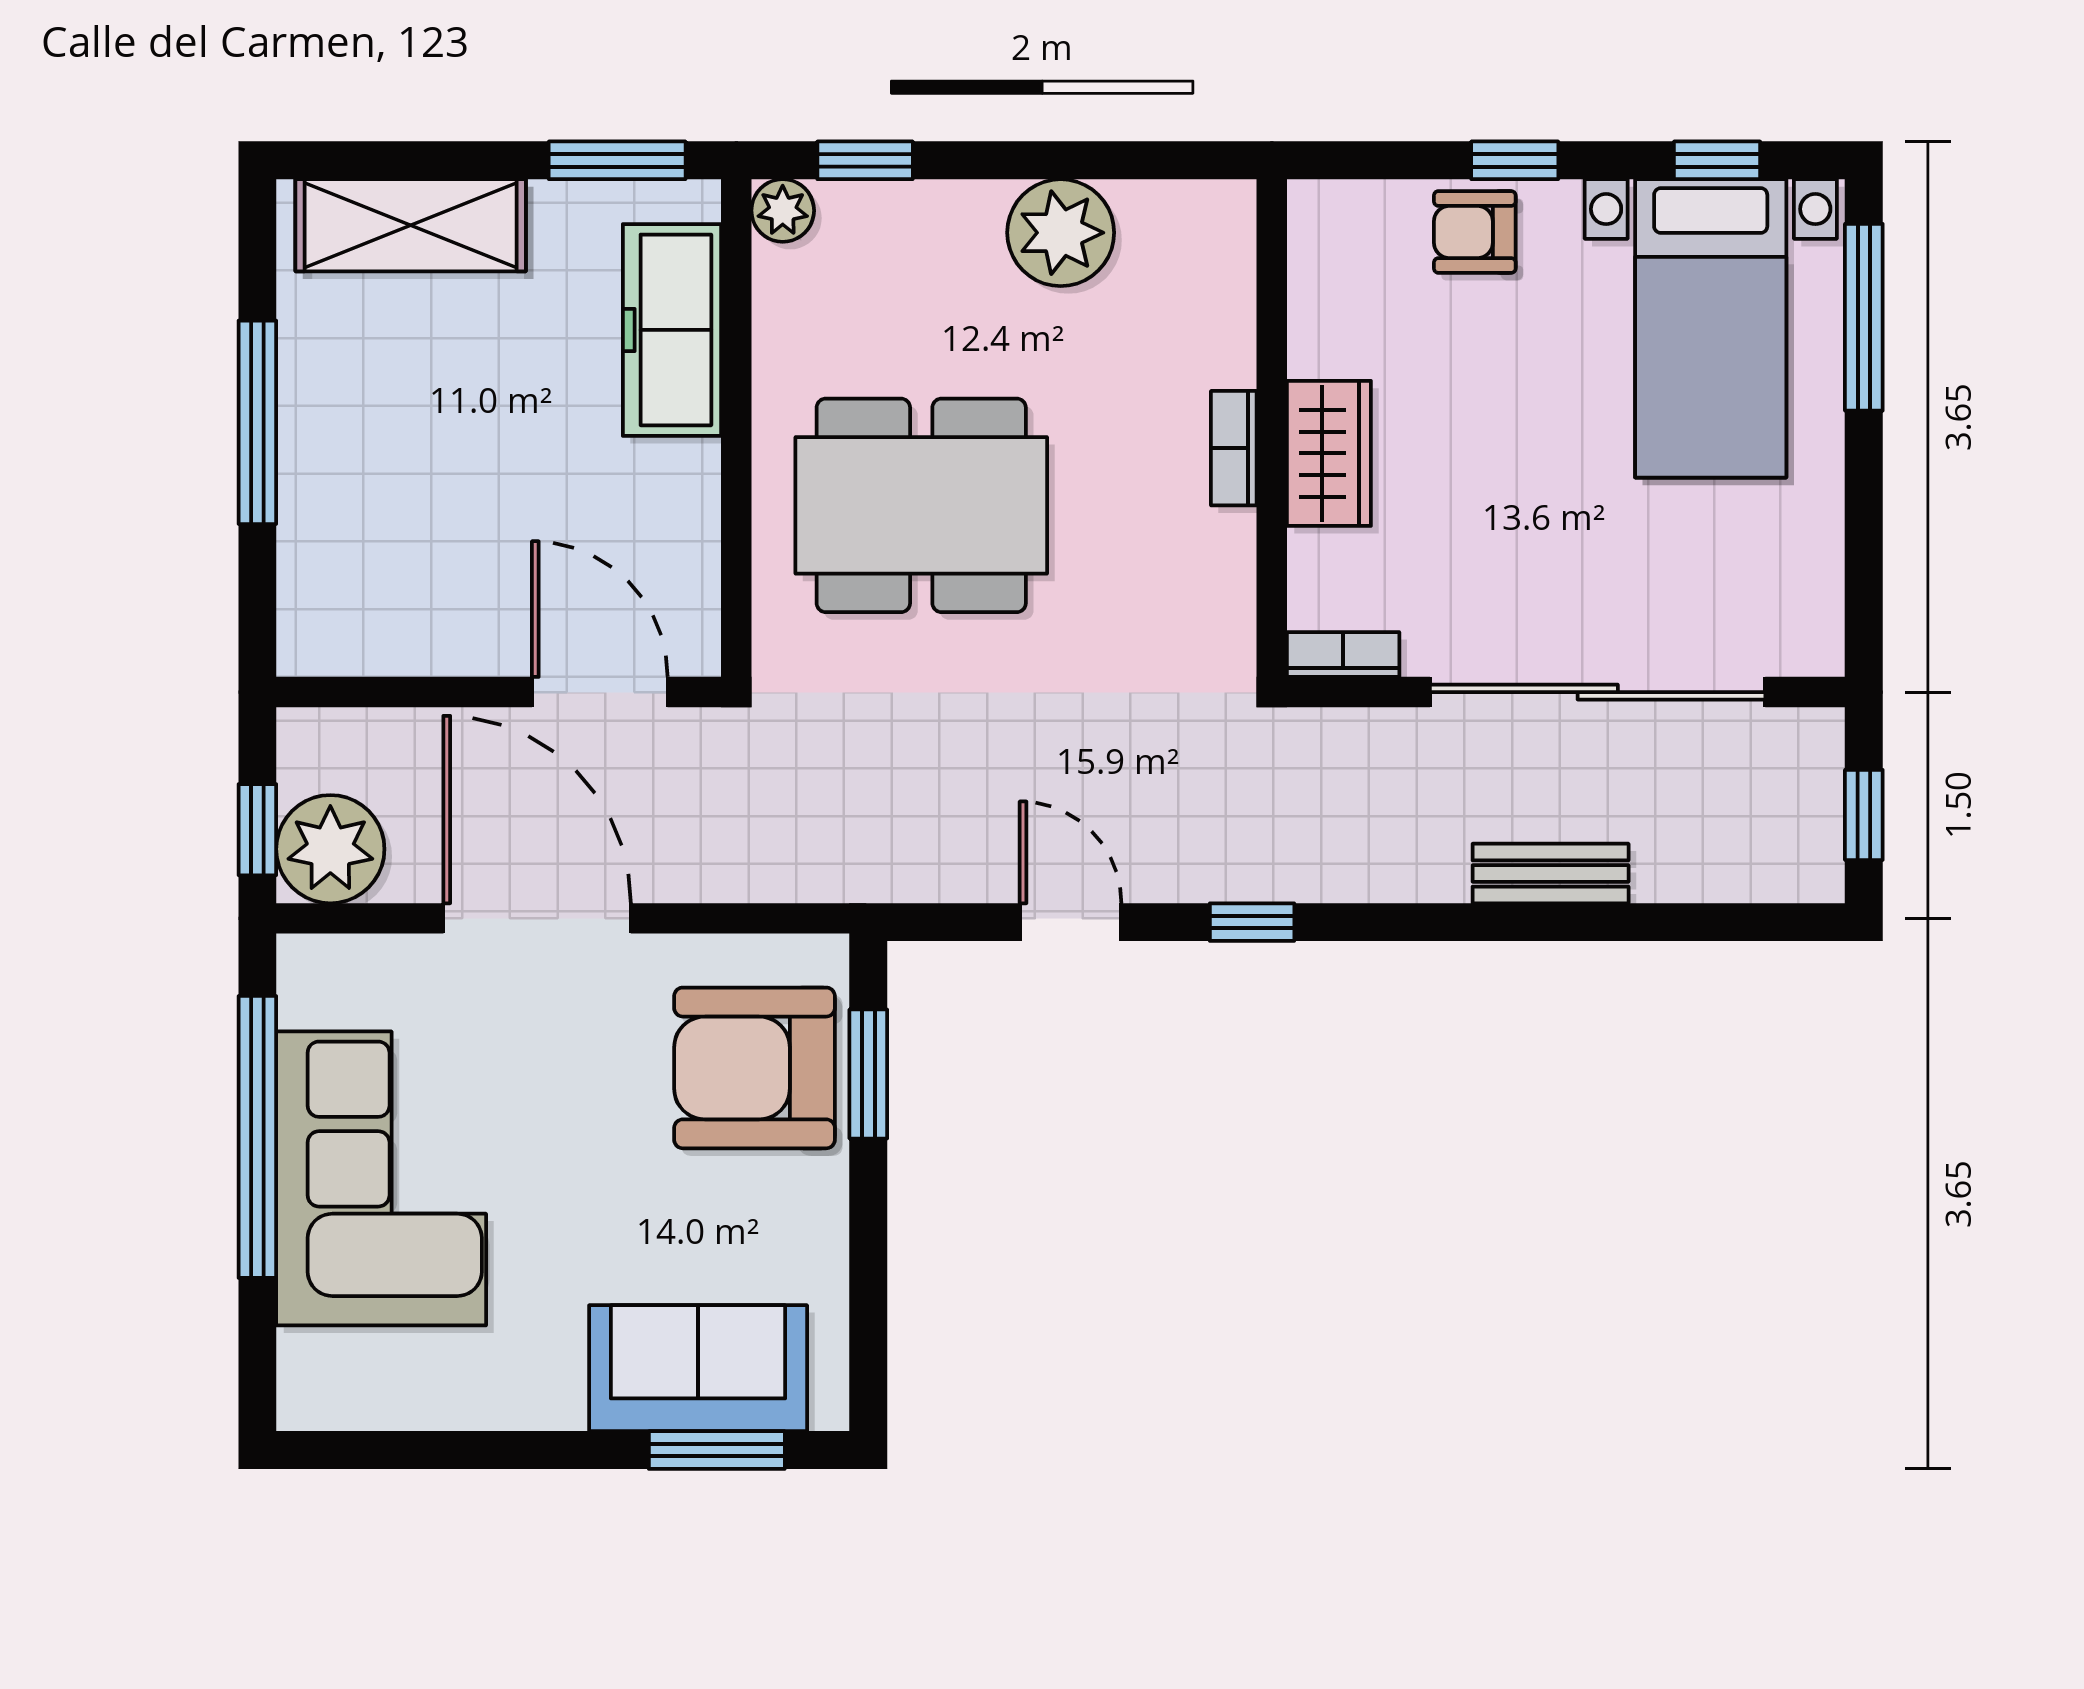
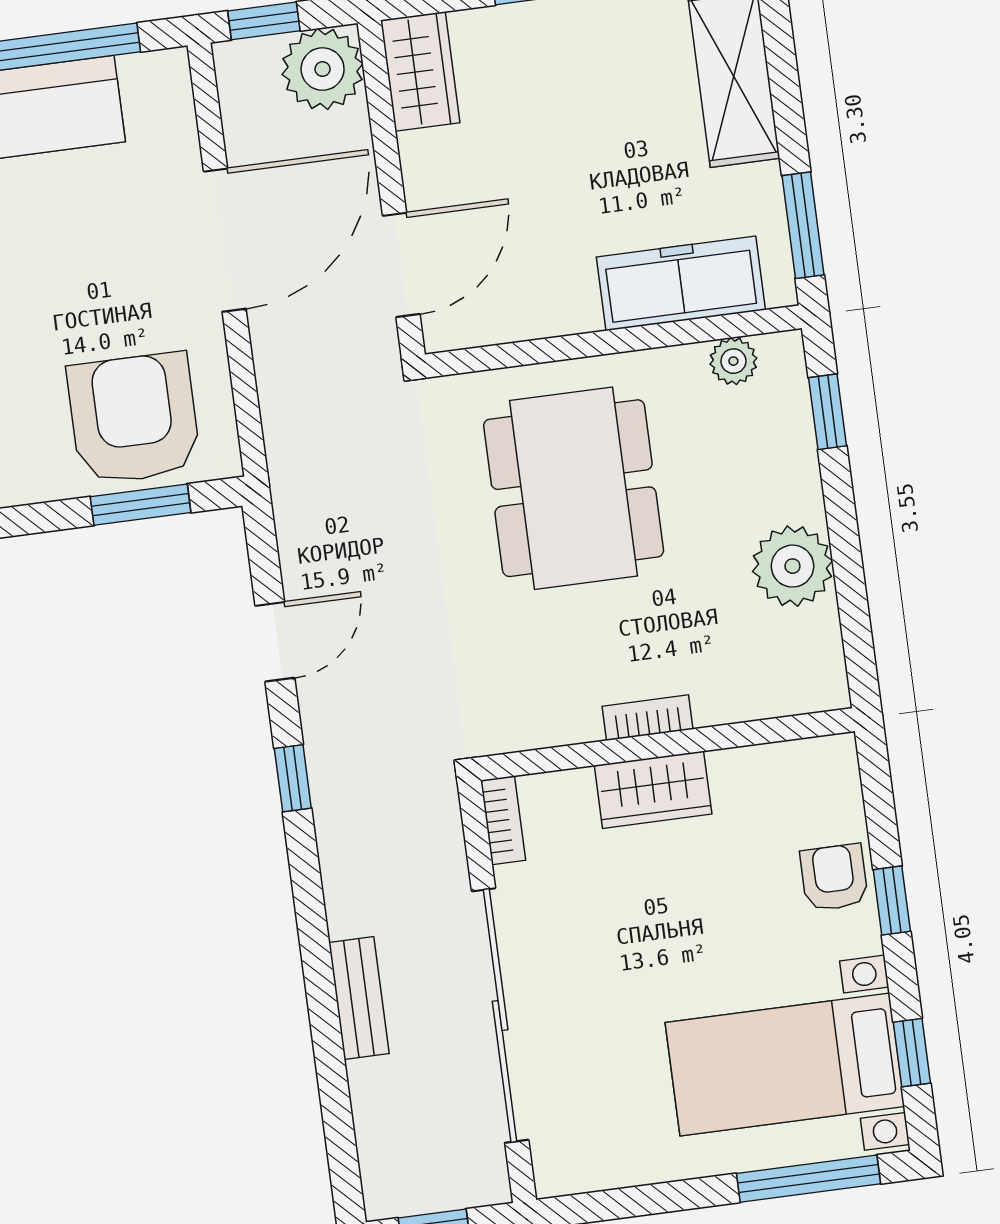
plant: (783, 211) -> (733, 361), moved
wardrobe: (350, 634) -> (420, 71), added
plant: (330, 849) -> (323, 69), moved

